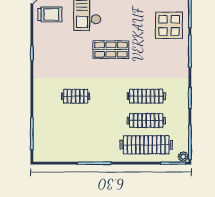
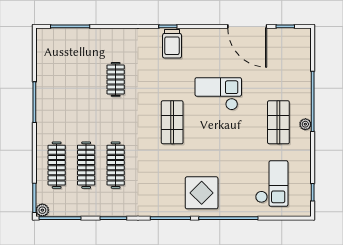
trolley: (50, 15) -> (172, 44), moved
clothes rail: (146, 145) -> (57, 165), width x0.73, depth x0.76

